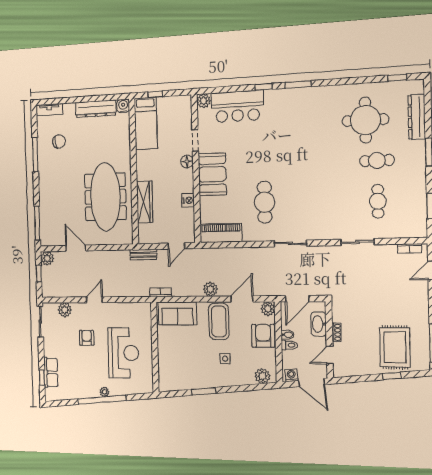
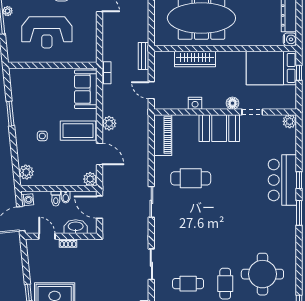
bar counter: (237, 106) -> (282, 180), moved
bed: (146, 123) -> (271, 68), width x1.50
armchair: (263, 336) -> (64, 174), removed

